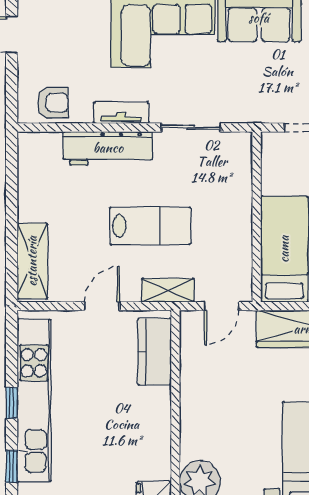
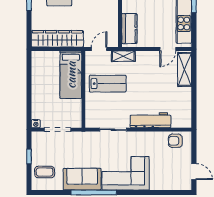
tv unit: (121, 113) -> (144, 136), removed
lab bench: (150, 226) -> (108, 84), moved, turned 180
door: (102, 306) -> (168, 49), moved

